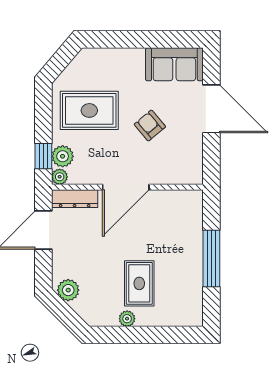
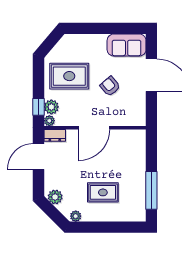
dresser: (75, 199) -> (55, 135), width x0.70
window: (211, 259) -> (151, 190), moved
rug: (139, 283) -> (103, 192), turned 90
plant: (127, 319) -> (76, 216), moved

